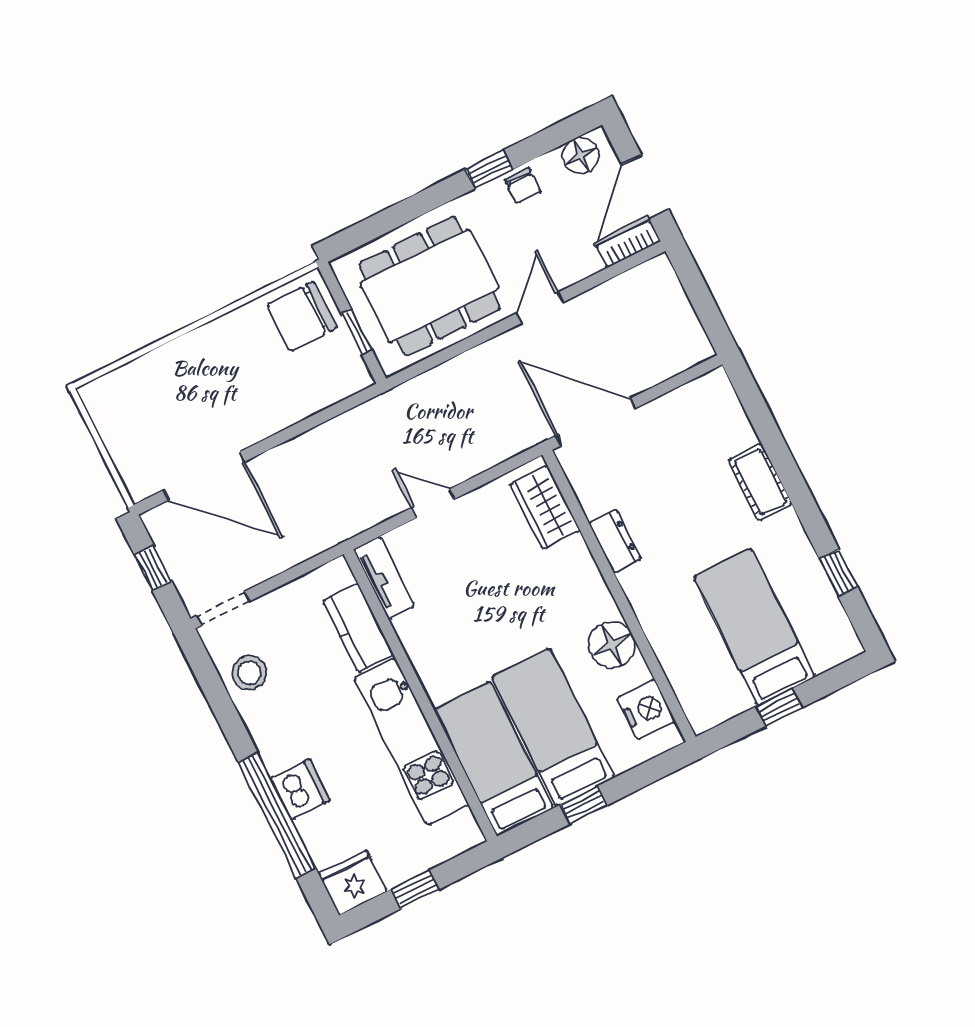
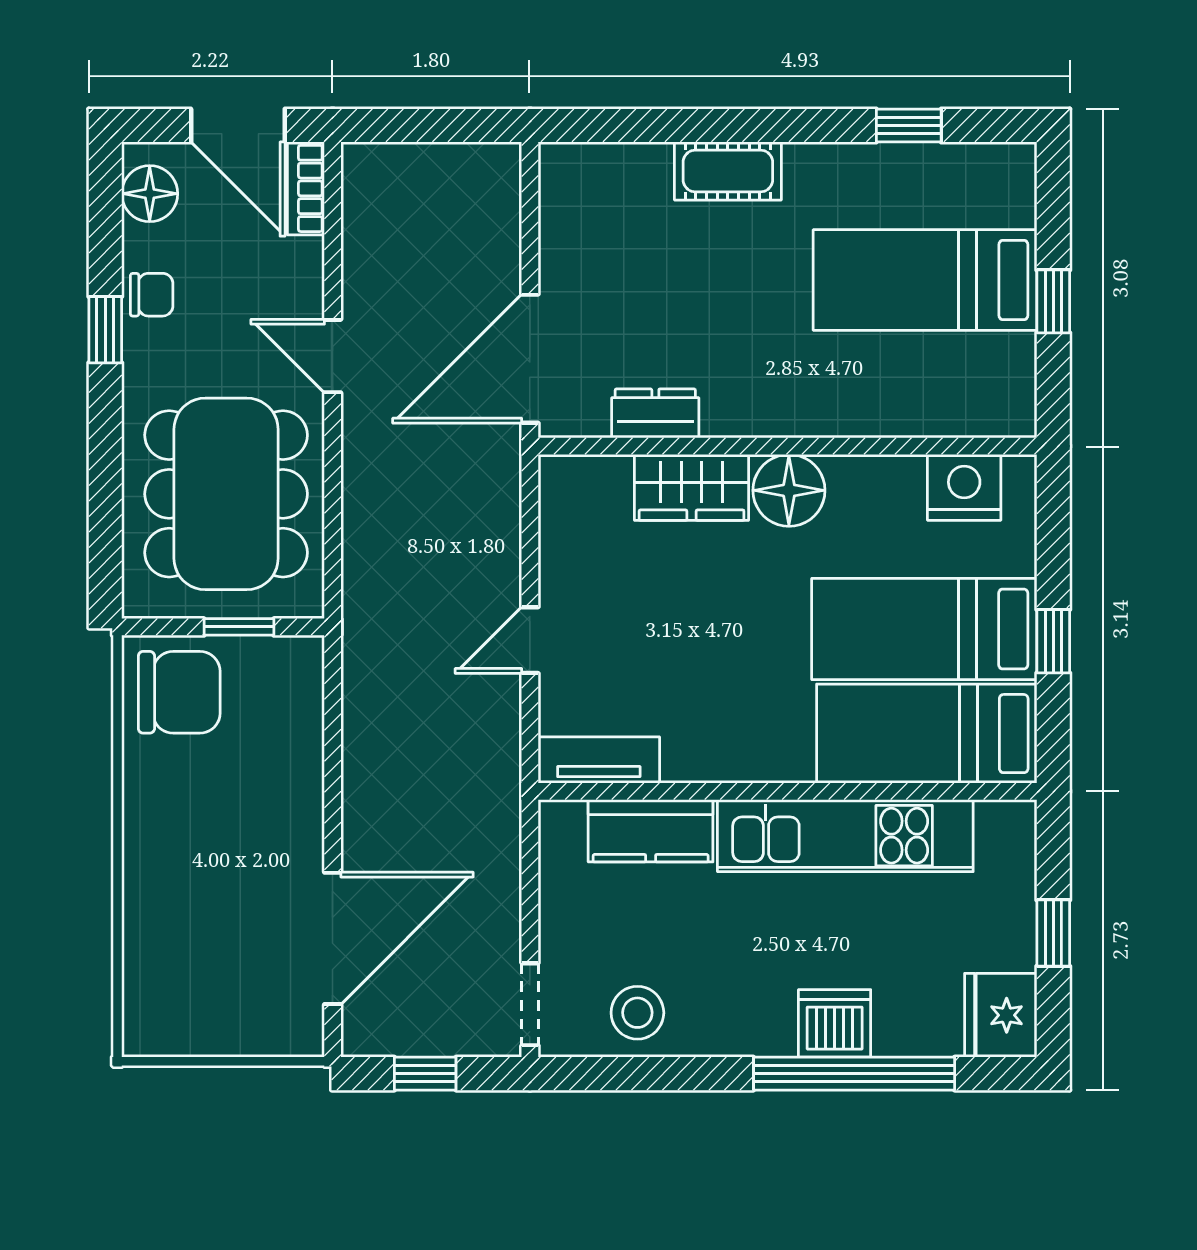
chair: (302, 316) -> (179, 692), turned -90
wardrobe: (545, 507) -> (692, 487), moved
dresser: (615, 541) -> (655, 413), moved
floor lamp: (612, 645) -> (789, 490), moved

